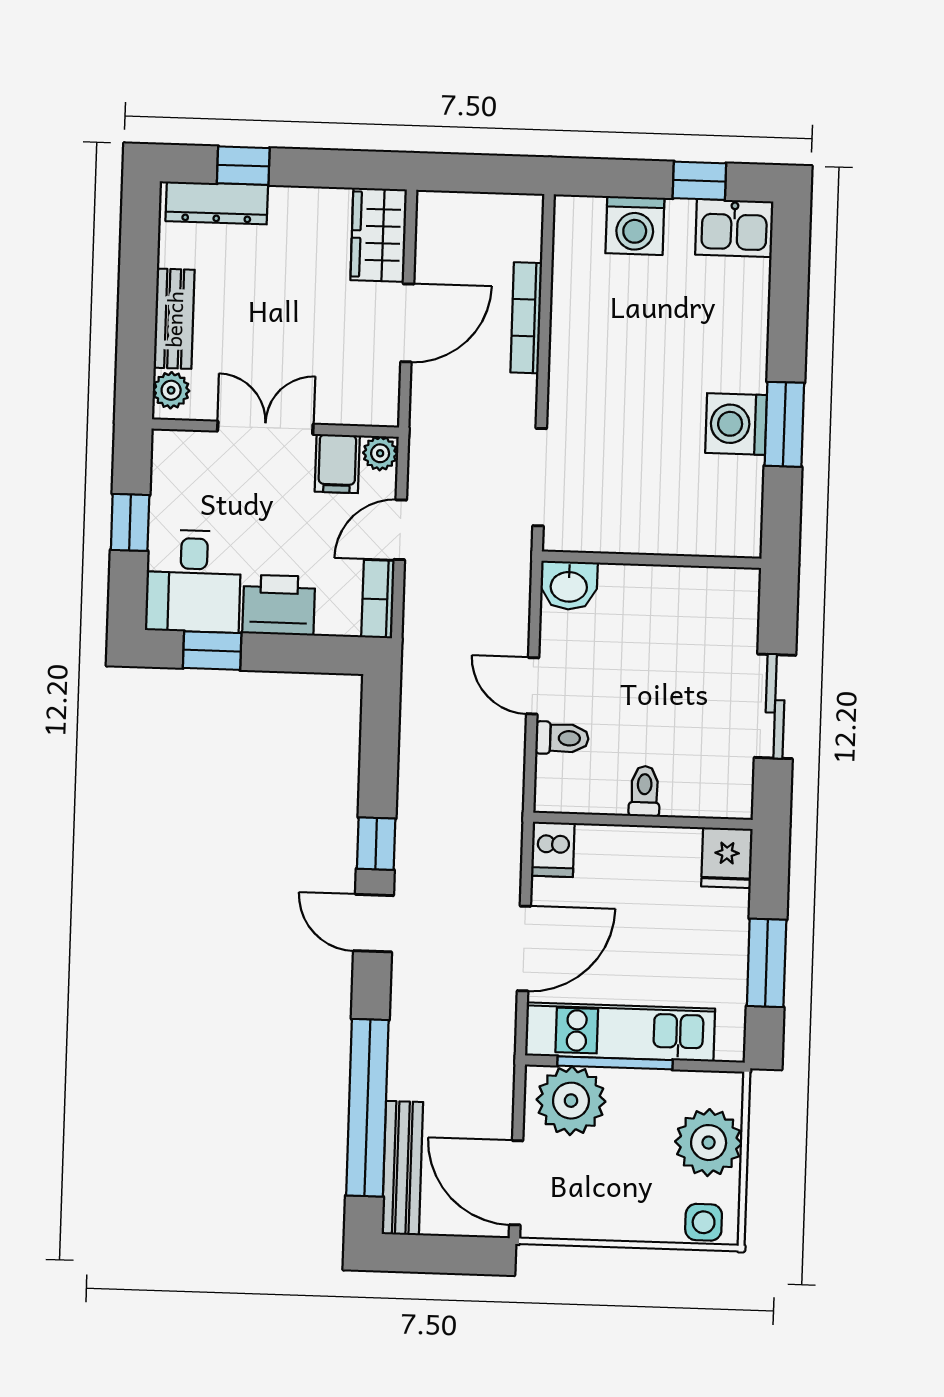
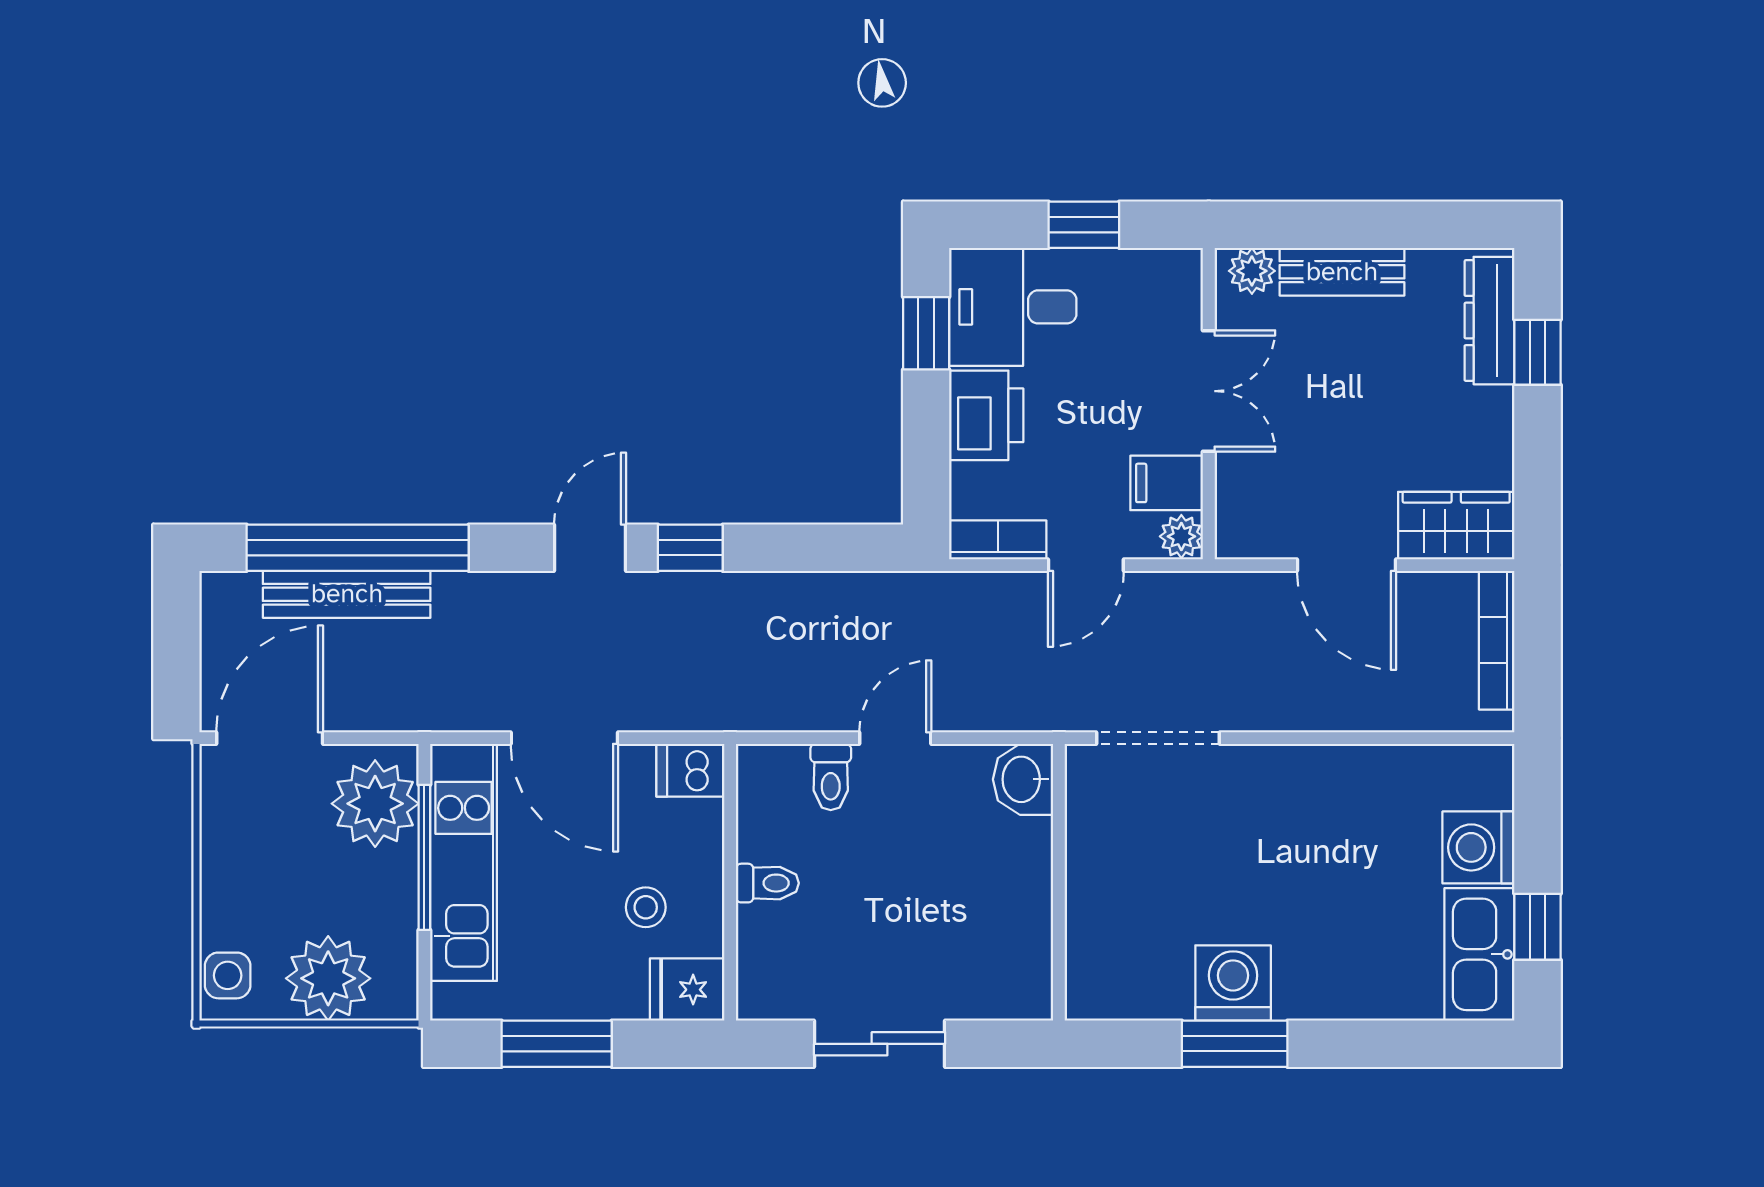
kitchen sink: (734, 228) -> (1479, 954), width x1.38
bookcase: (526, 318) -> (1497, 640), moved, turned -90
door: (400, 530) -> (1086, 565), swing flipped
stool: (660, 888) -> (646, 907), added
bench: (402, 1168) -> (347, 594), moved

